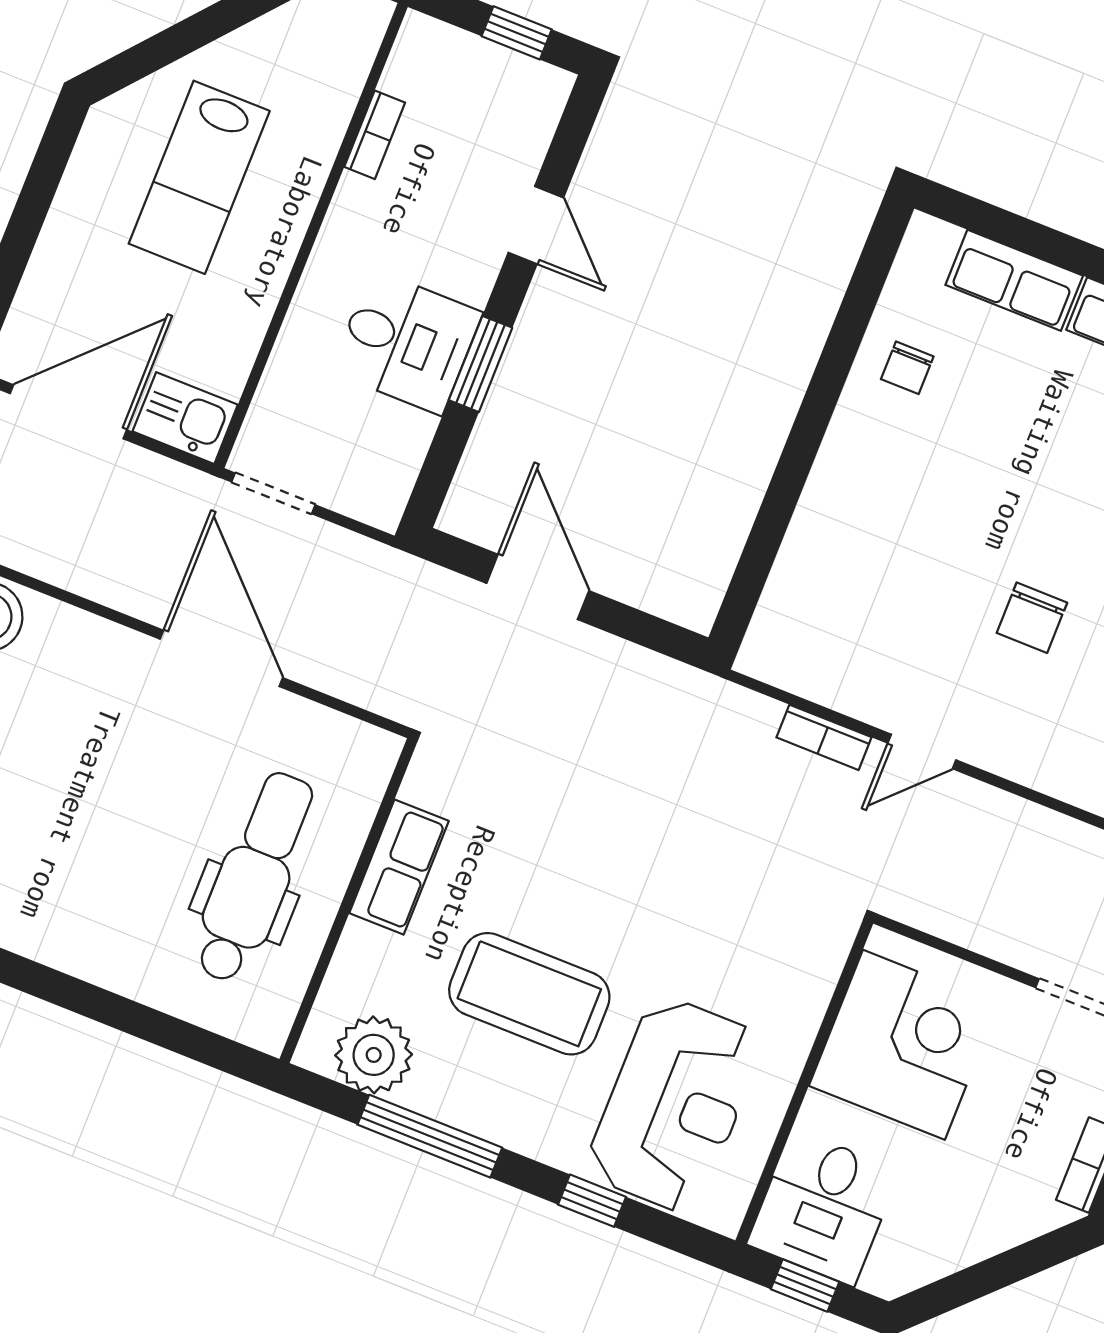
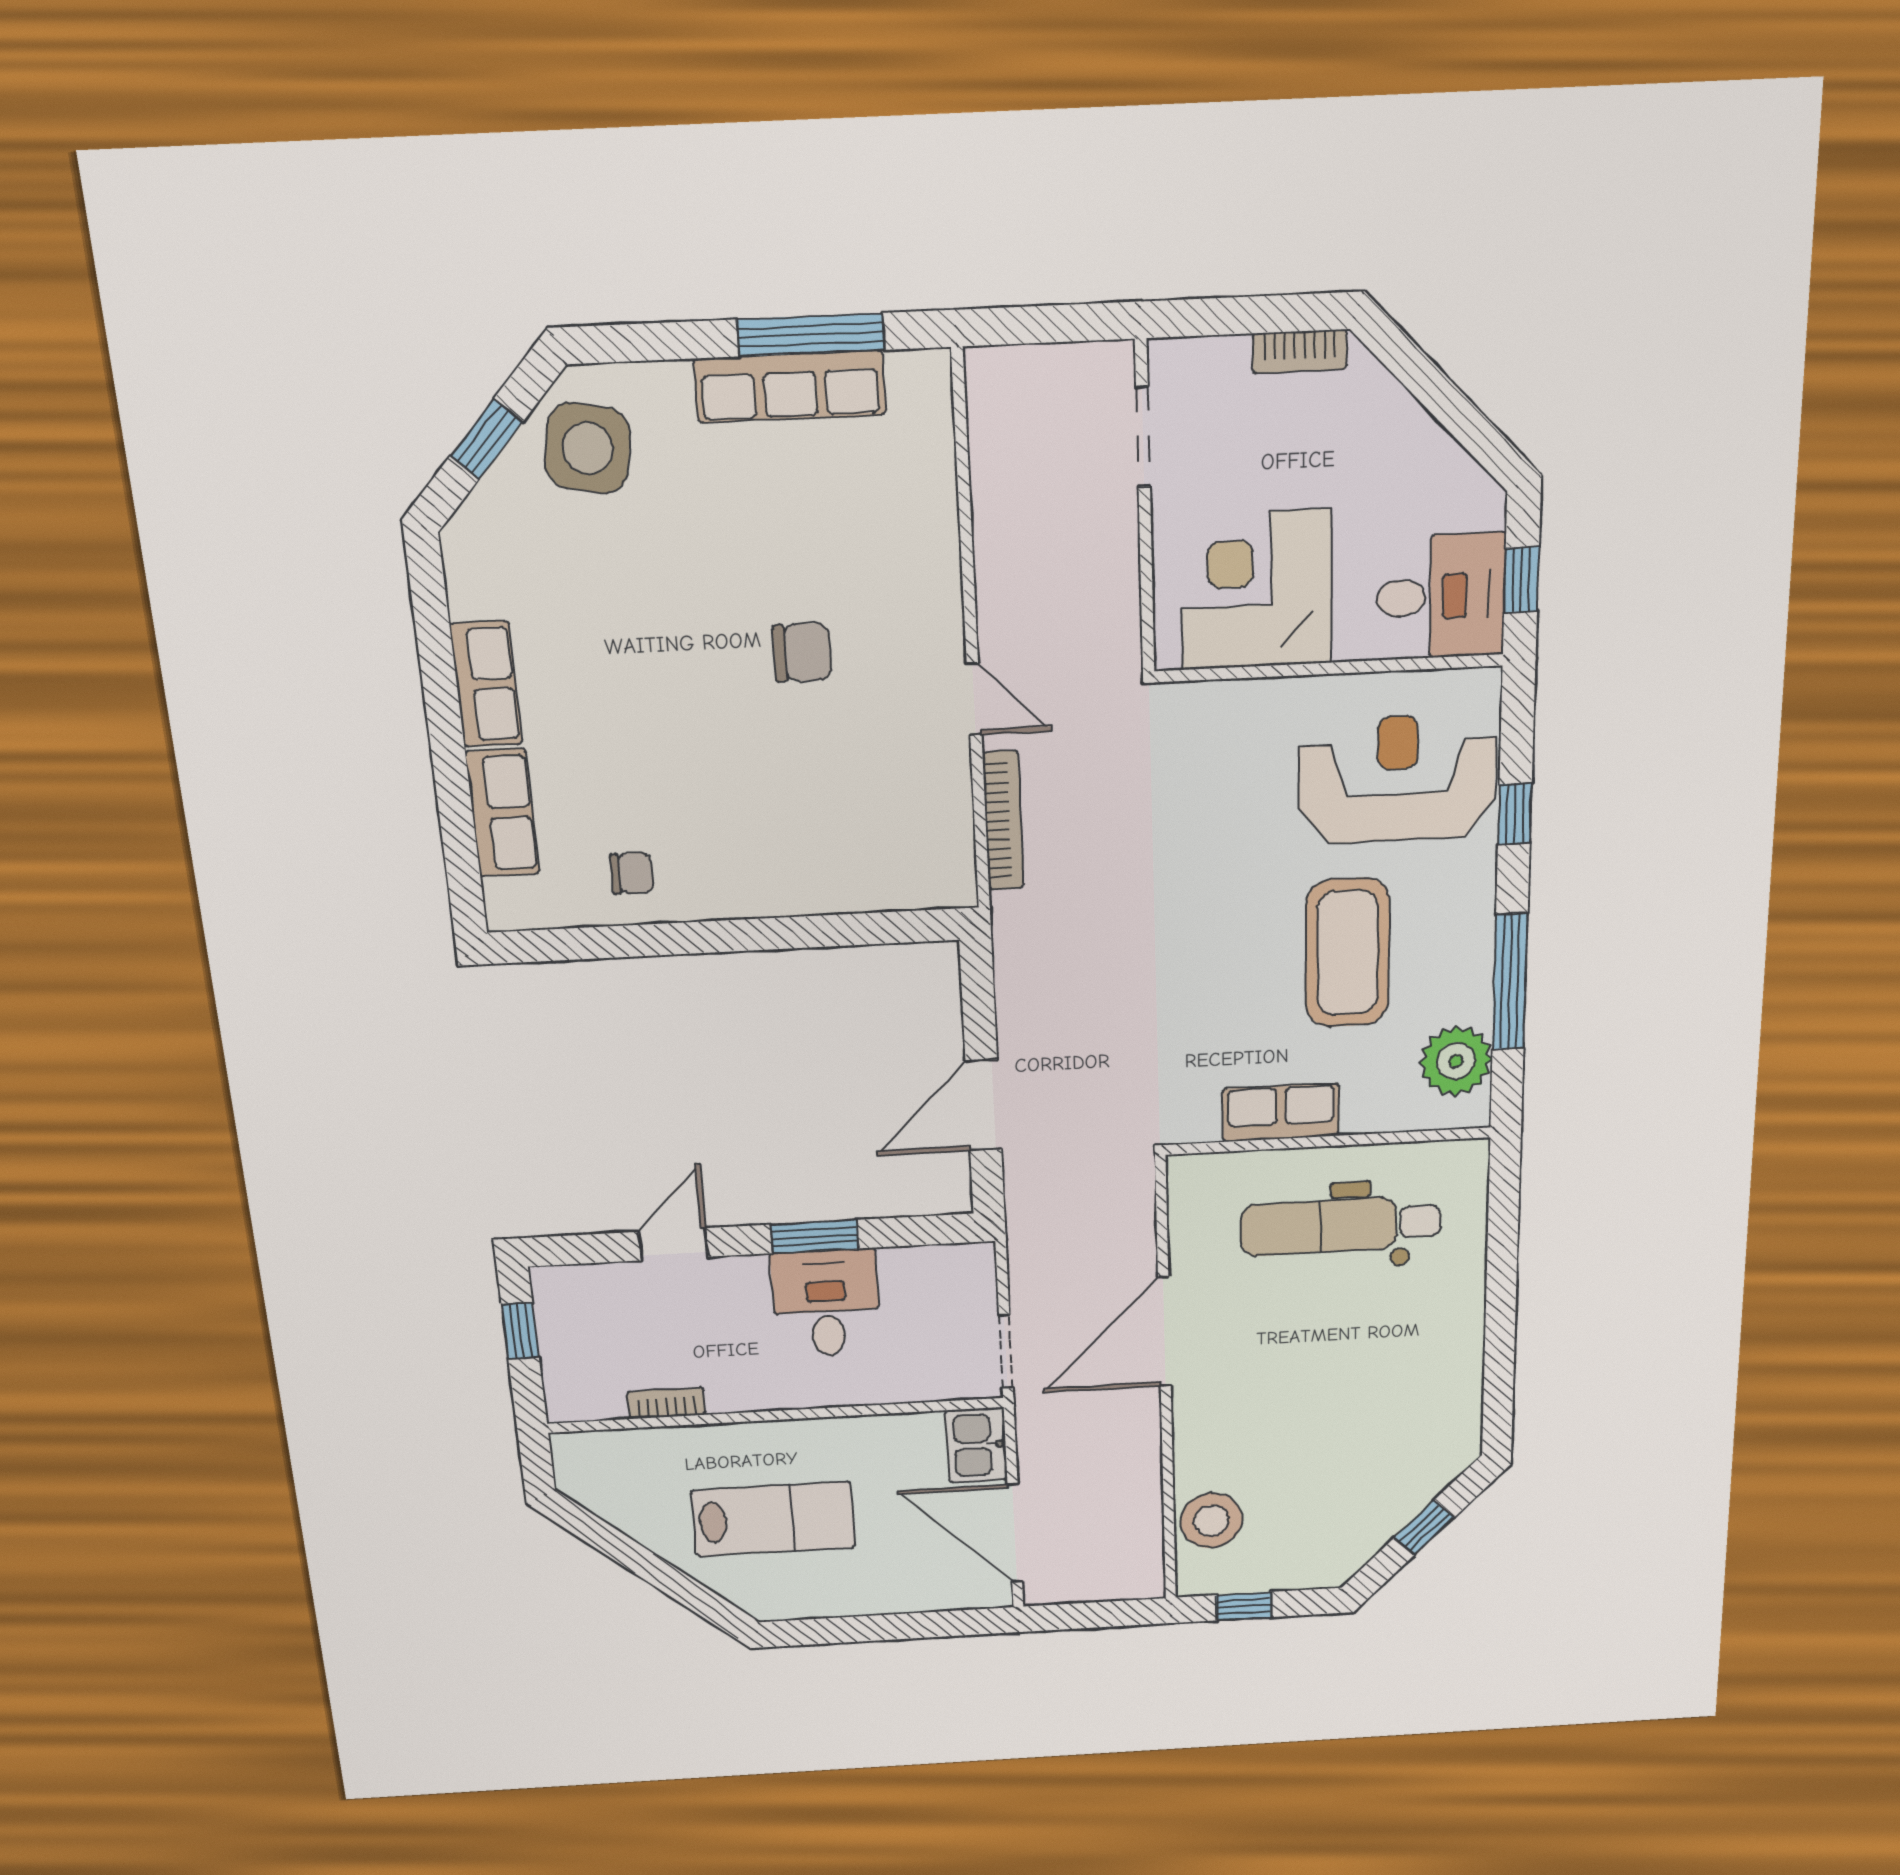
bookcase: (824, 737) -> (1003, 820), width x1.56

